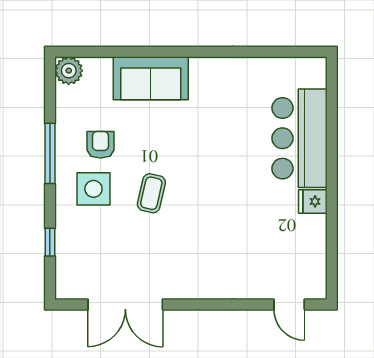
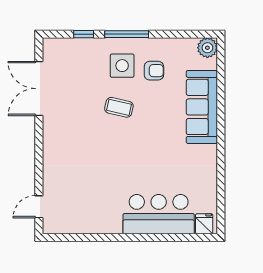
sofa: (151, 78) -> (202, 107), width x1.36
window: (50, 153) -> (127, 34), moved
fridge: (313, 201) -> (204, 224), moved

